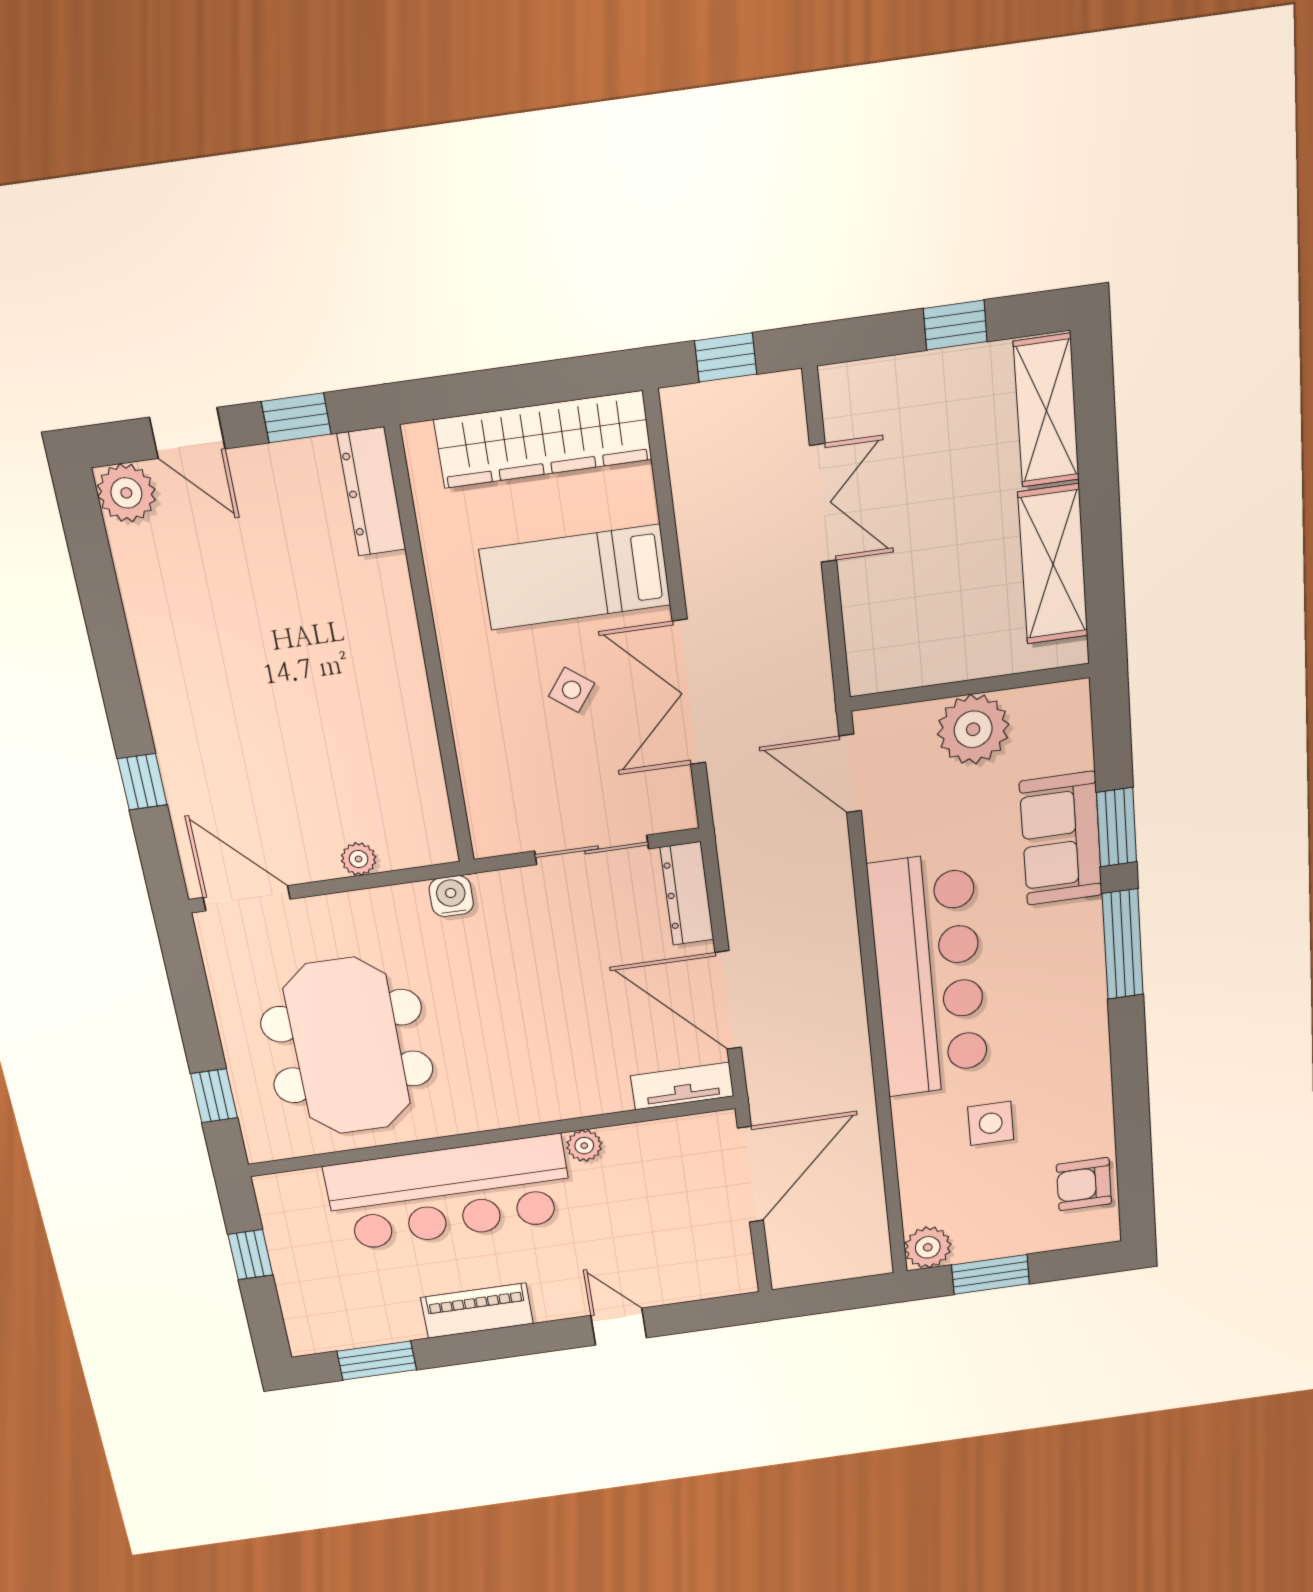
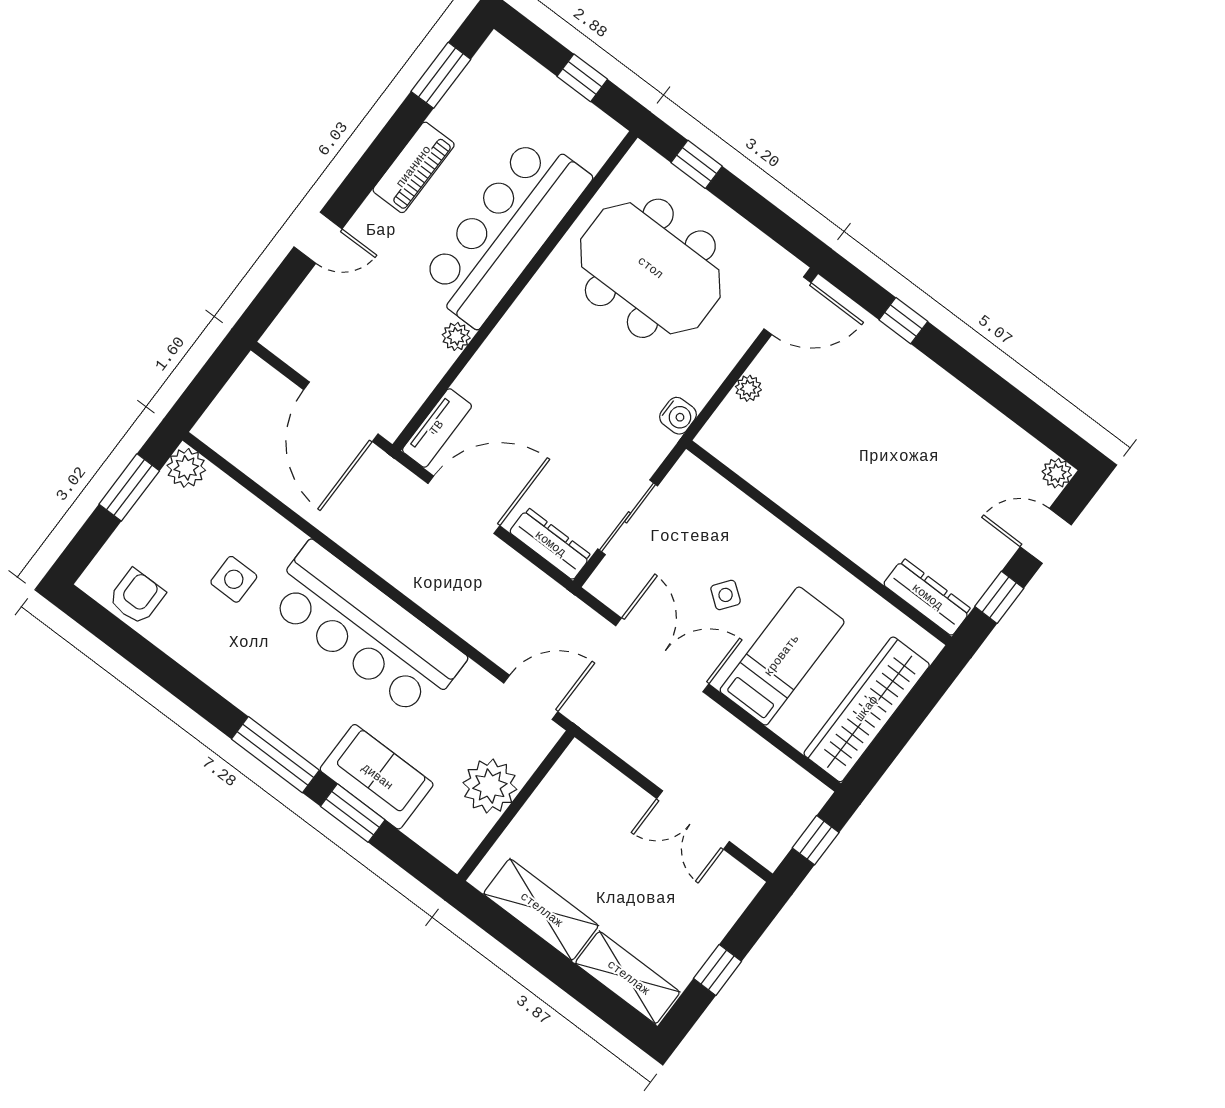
plant: (126, 493) -> (1057, 473), width x0.73, depth x0.73

